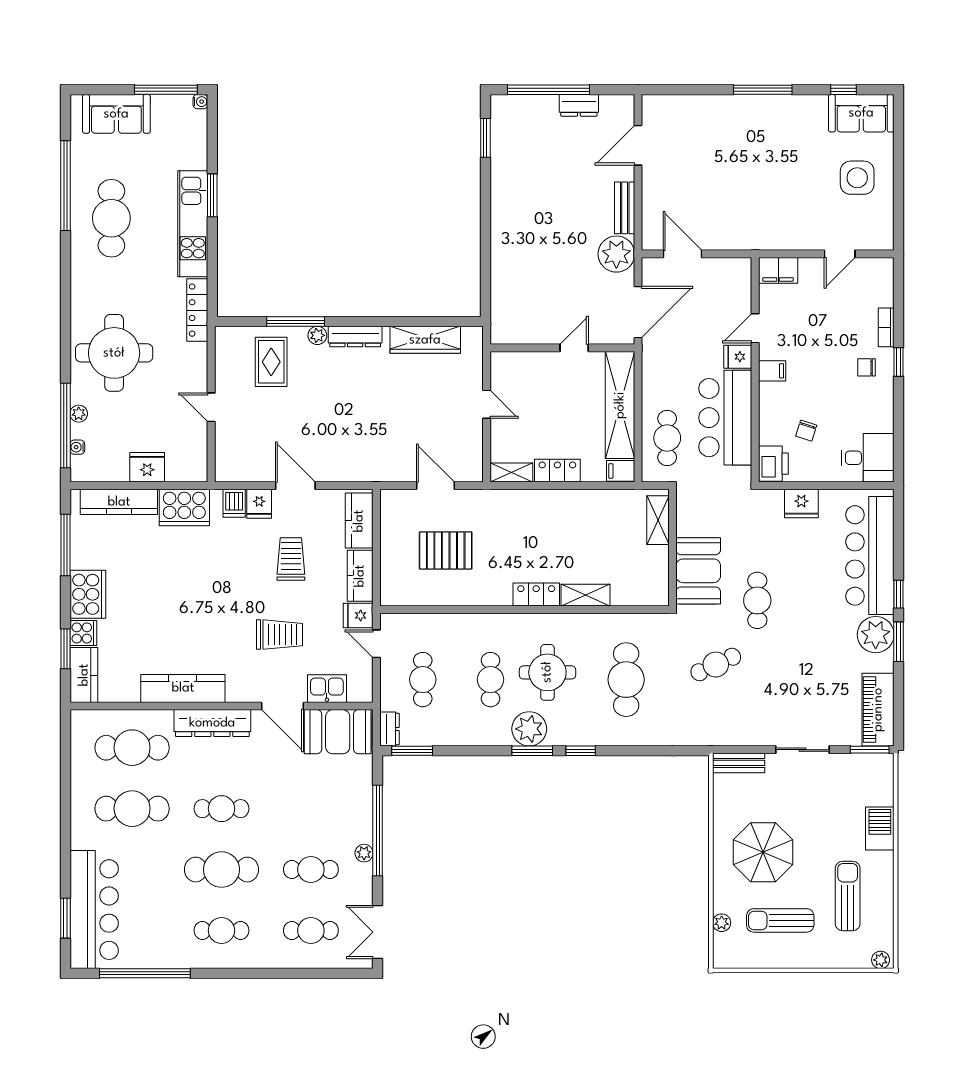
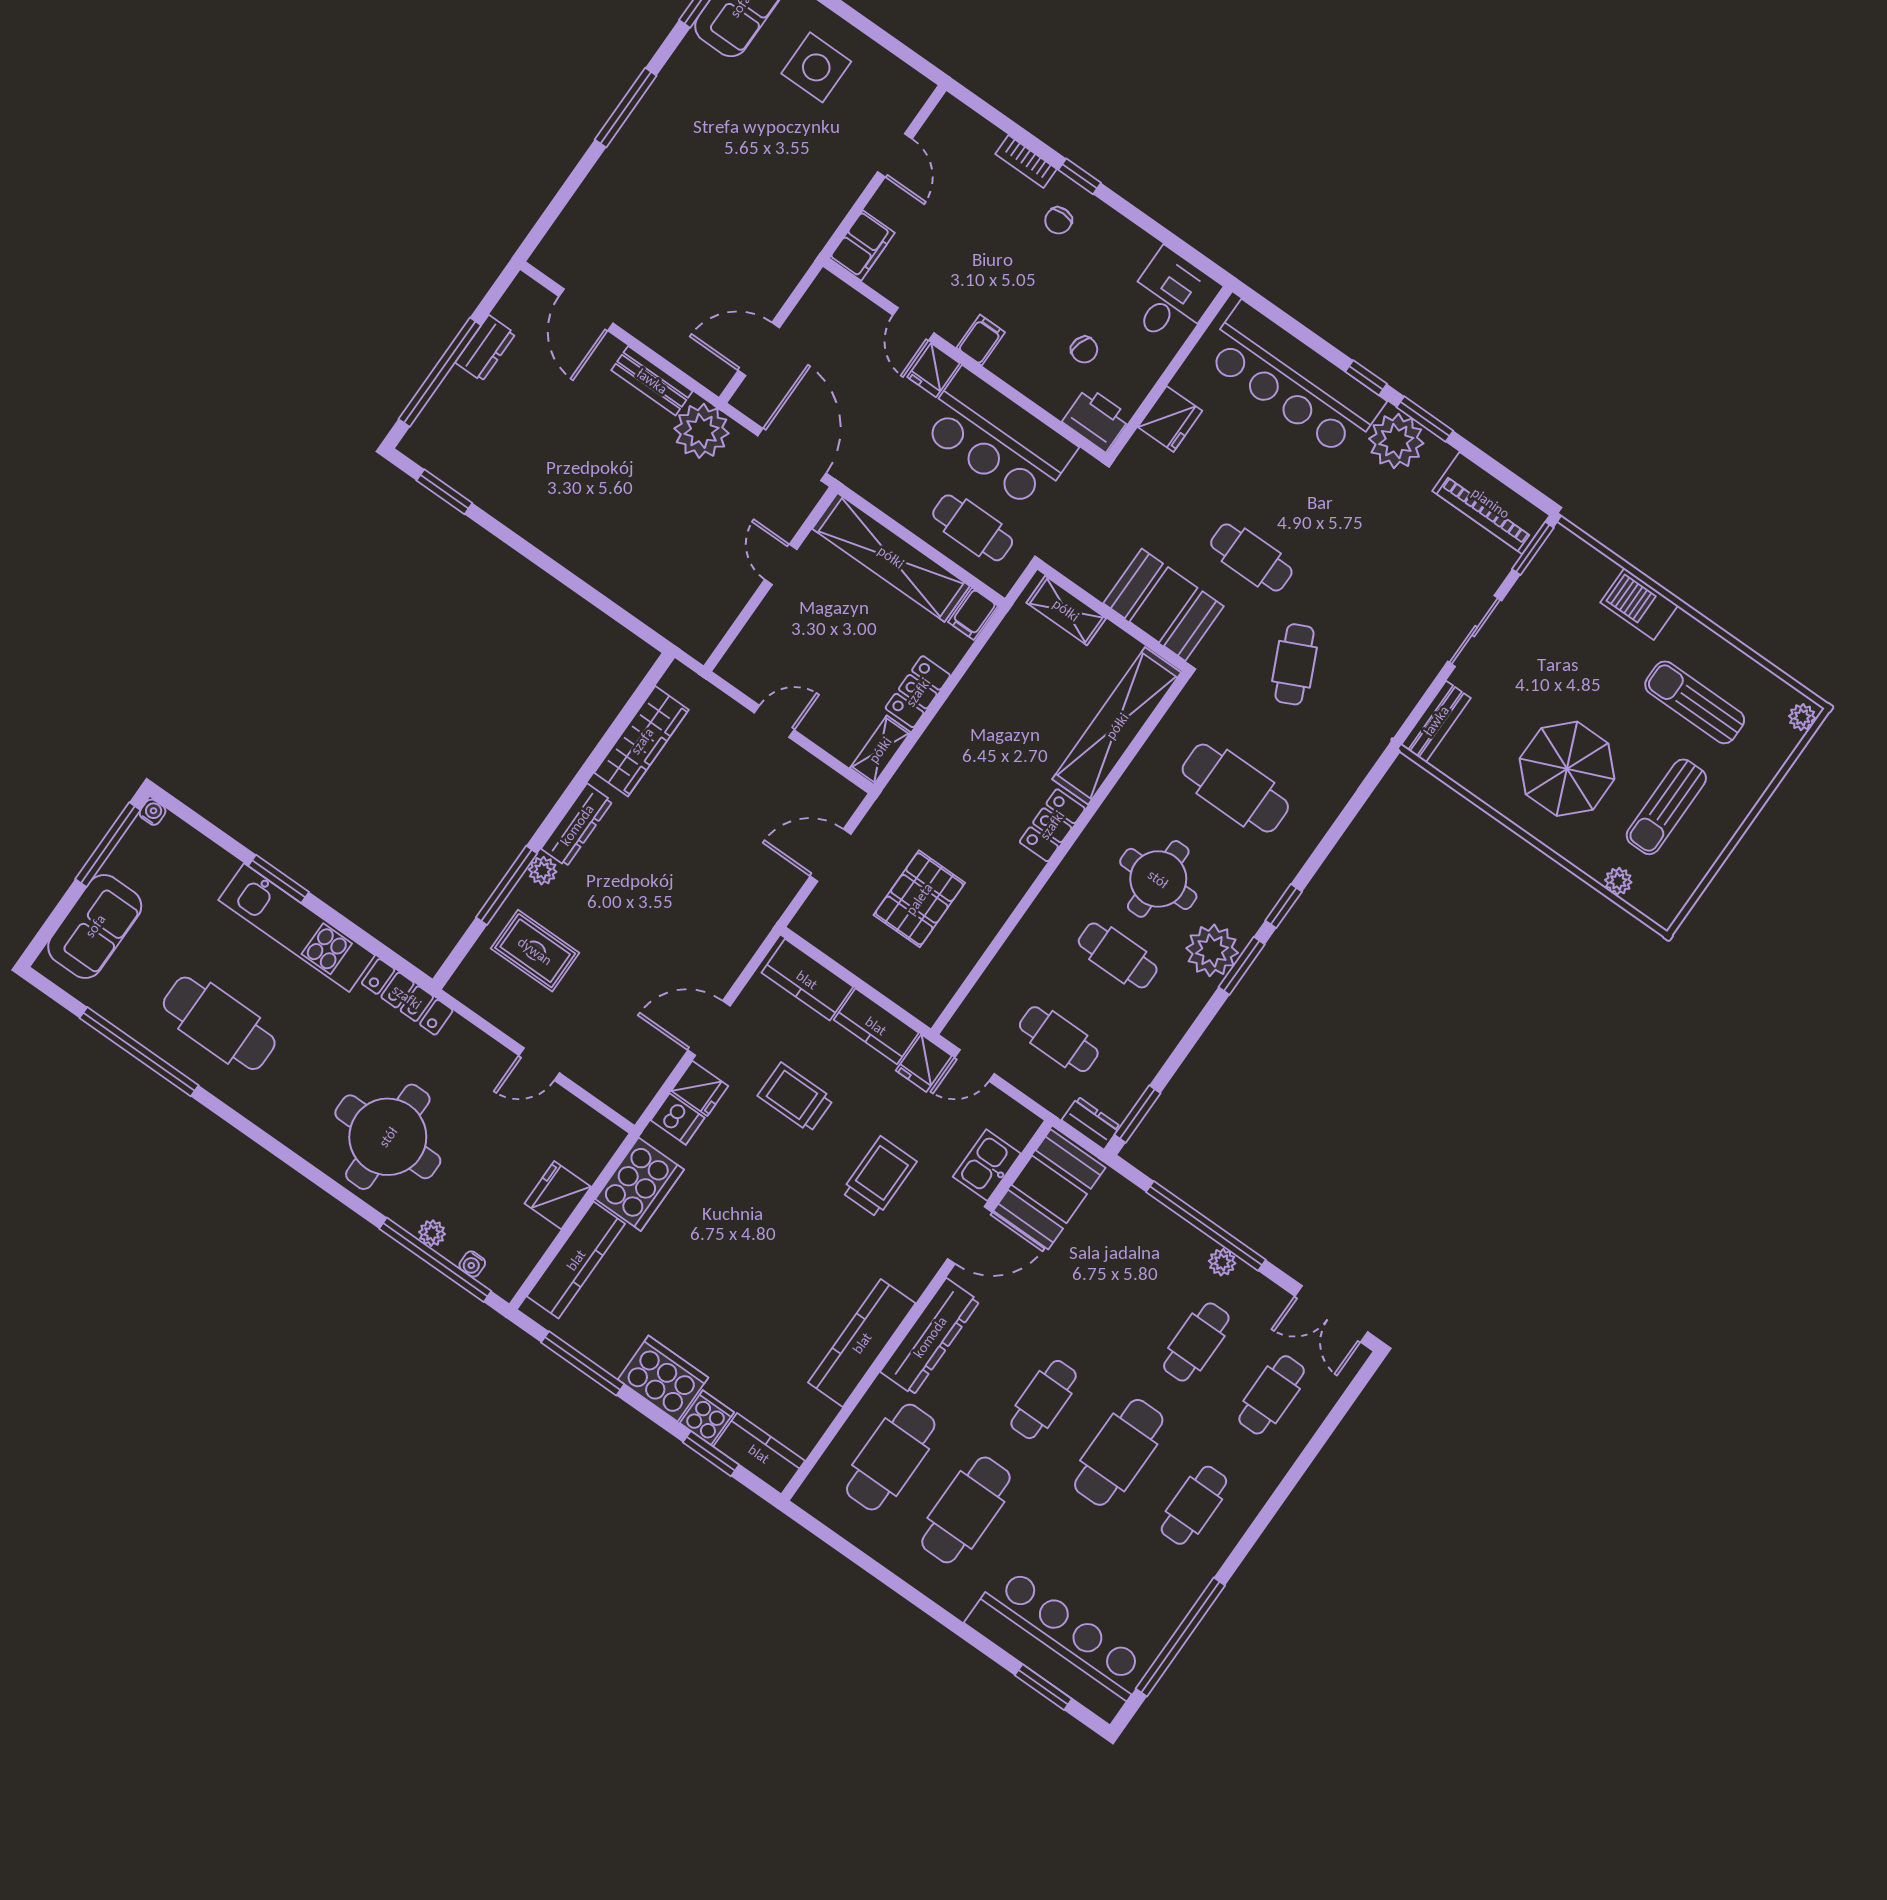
shelving: (585, 595) -> (1117, 726), width x2.20, depth x1.33

